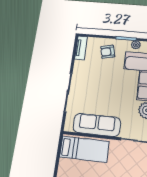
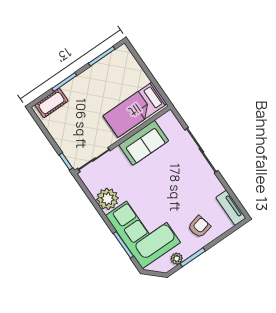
sofa: (97, 125) -> (144, 143), width x0.73

